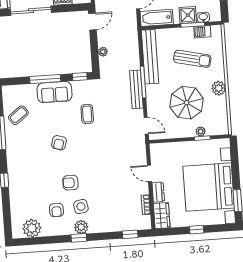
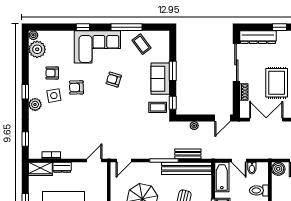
door: (92, 22) -> (223, 118), hinge flipped
window: (45, 79) -> (173, 71), width x0.69
bench: (136, 89) -> (188, 154), moved, width x0.73
coffee table: (87, 114) -> (158, 107), moved
corner sofa: (25, 163) -> (97, 47), added
door: (150, 173) -> (94, 160), moved
armchair: (70, 183) -> (76, 87), turned -92
plant: (81, 227) -> (35, 104), moved
plant: (17, 233) -> (33, 35), added

